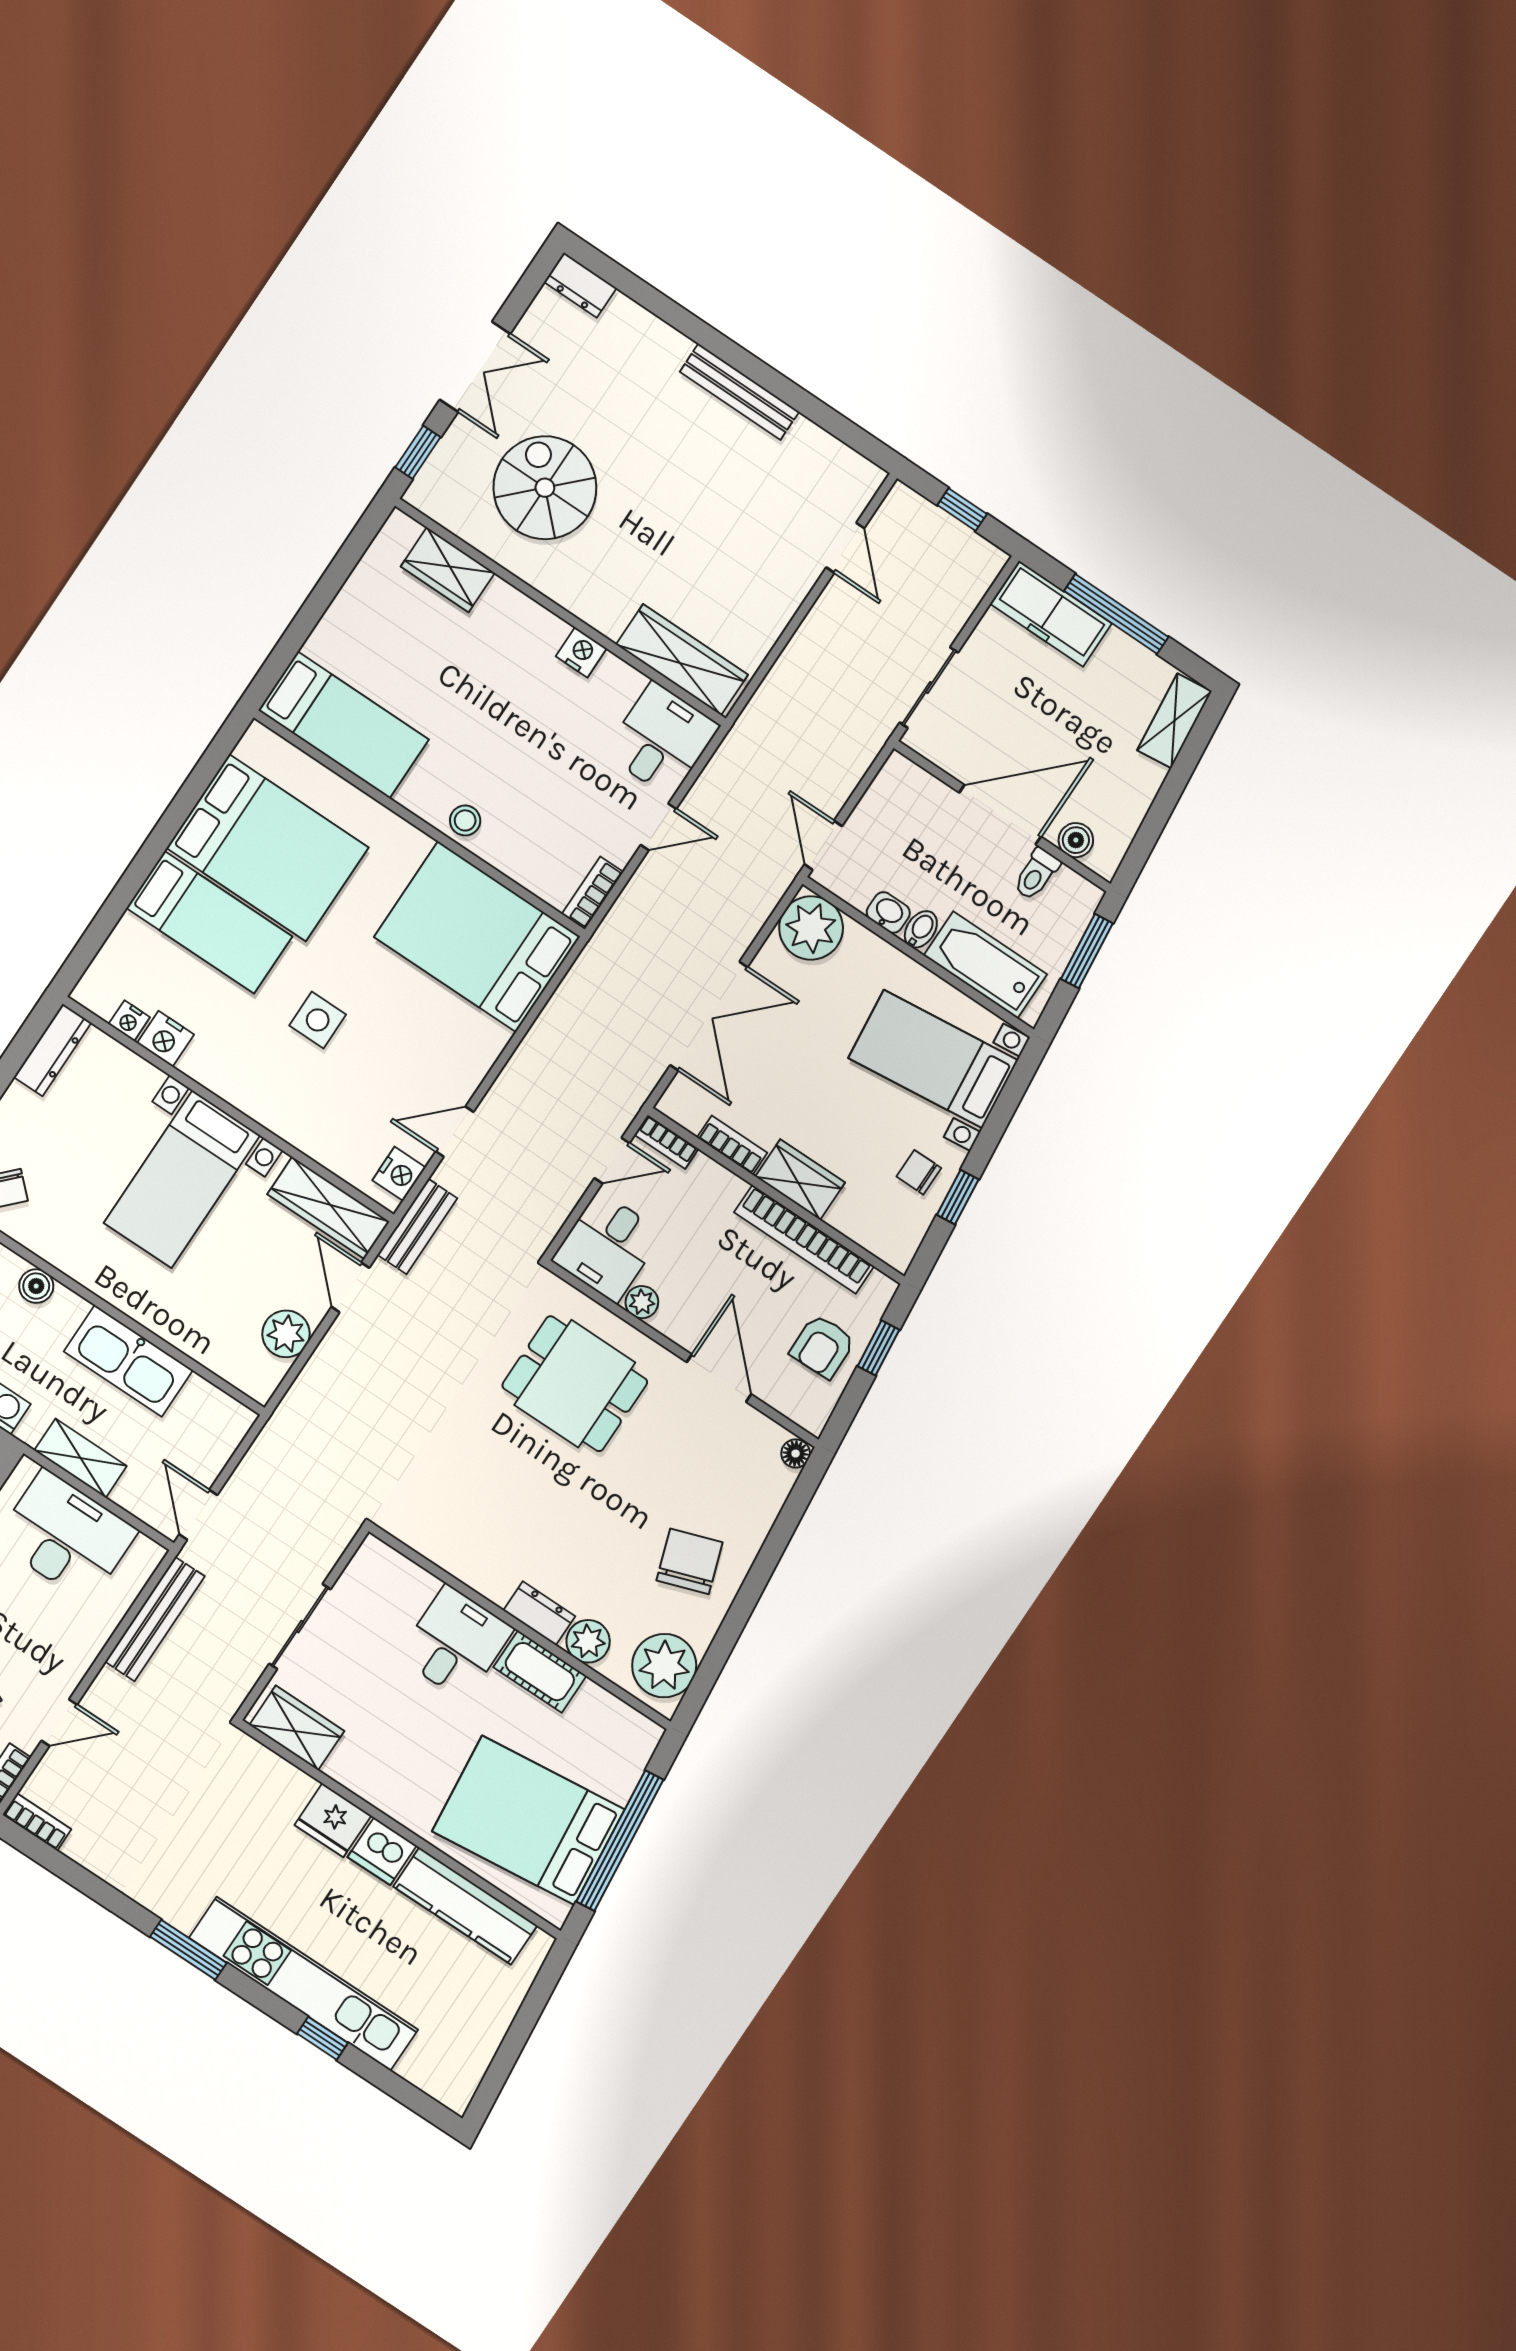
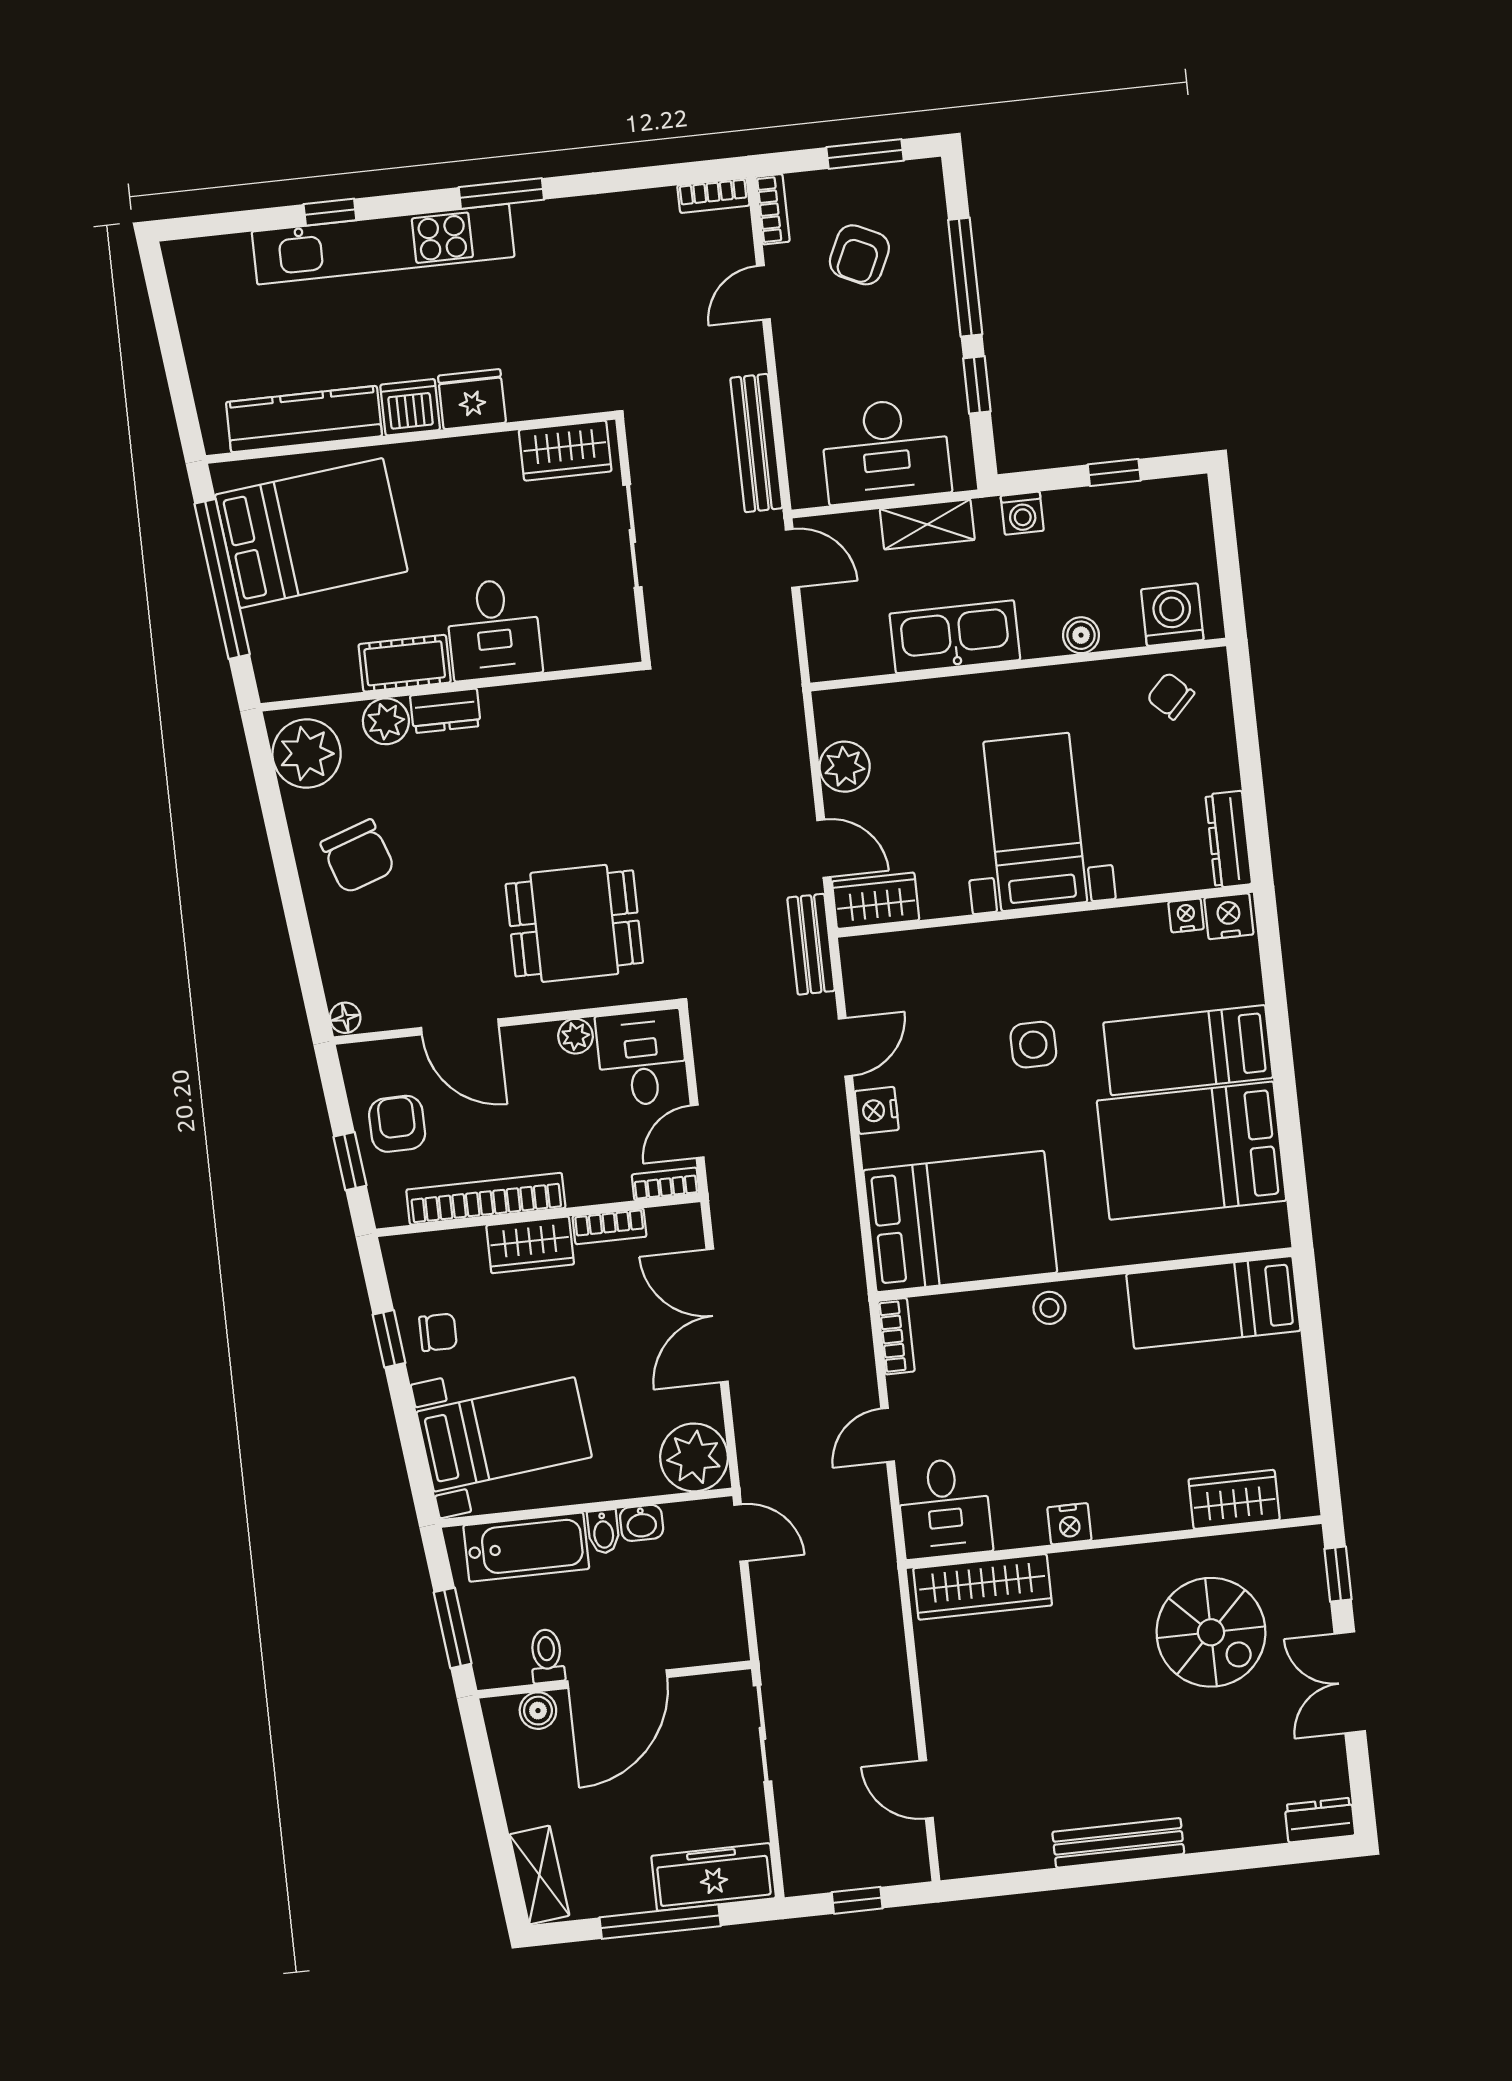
nightstand: (165, 1039) -> (1229, 916), moved
nightstand: (399, 1174) -> (877, 1110), moved
wardrobe: (328, 1208) -> (876, 901), width x0.67

